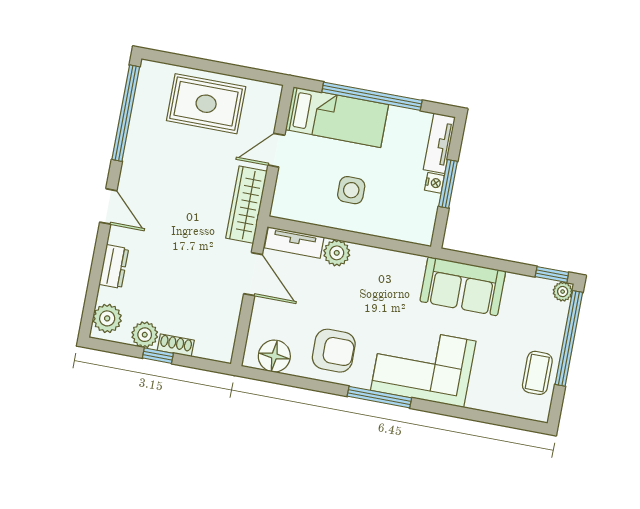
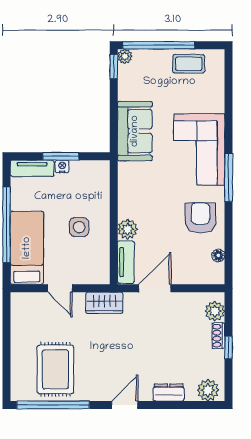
rug: (206, 104) -> (55, 369), moved
wardrobe: (246, 205) -> (104, 303), width x0.67
plant: (145, 335) -> (215, 311), moved
floor lamp: (274, 356) -> (218, 255), width x0.53, depth x0.53

